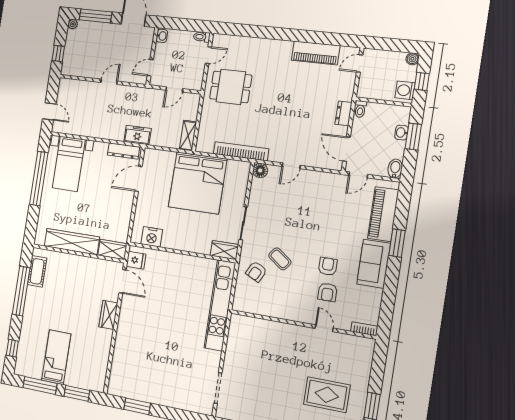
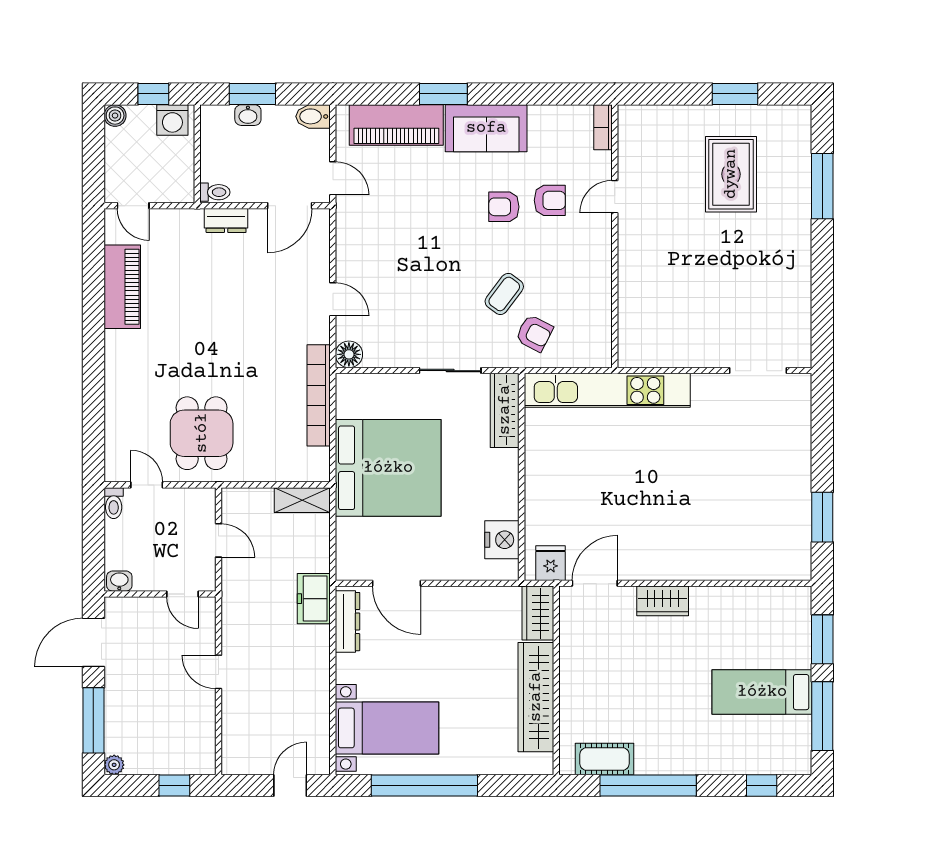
wardrobe: (224, 250) -> (505, 410), width x1.50

